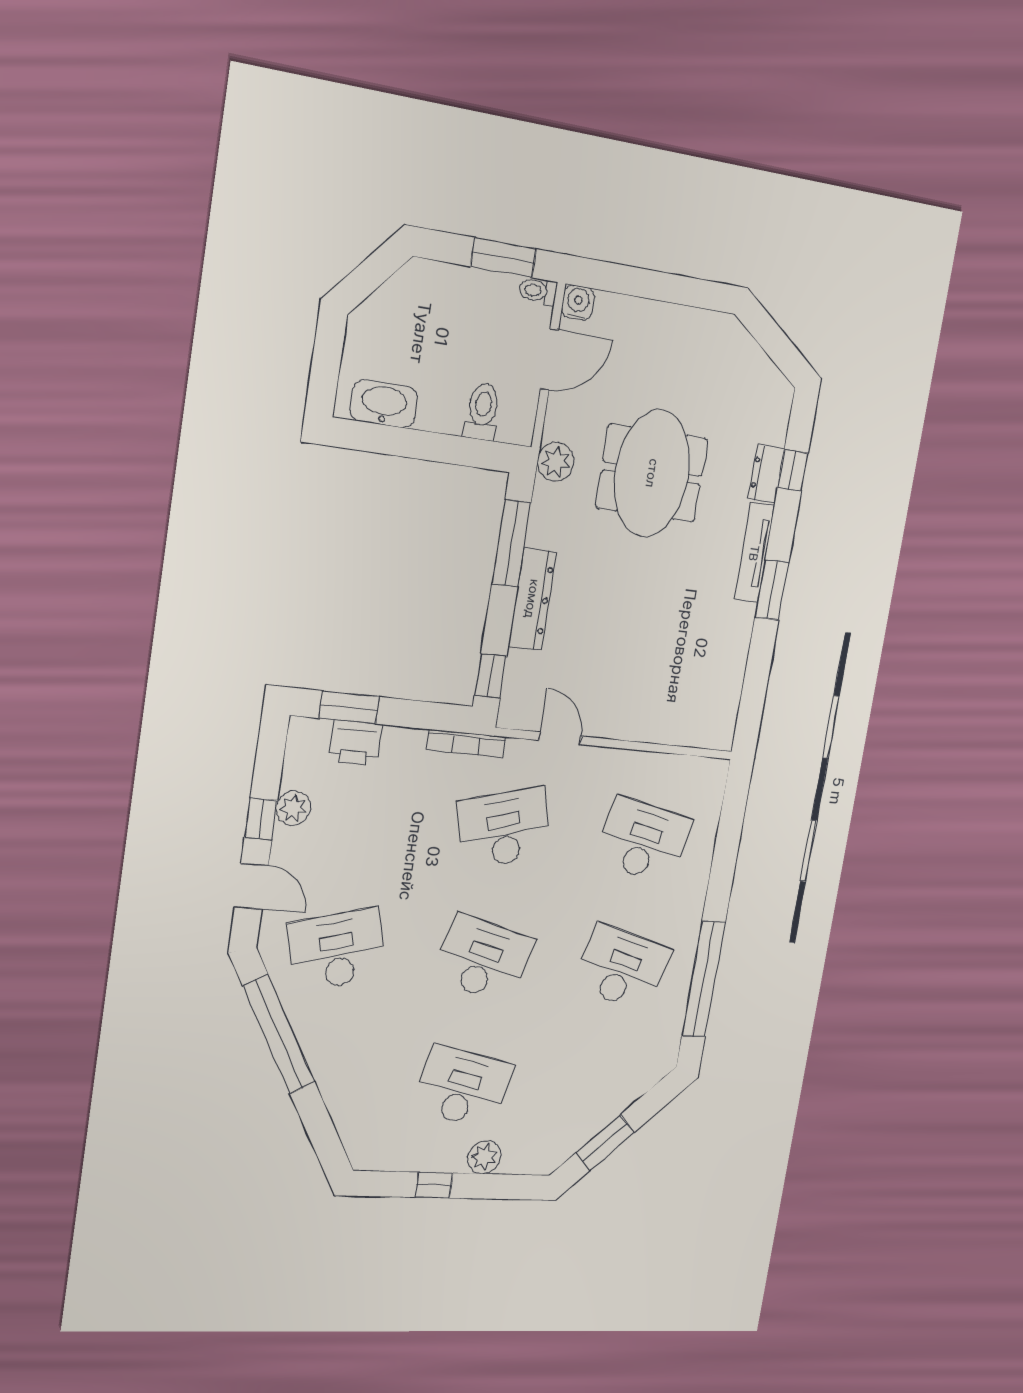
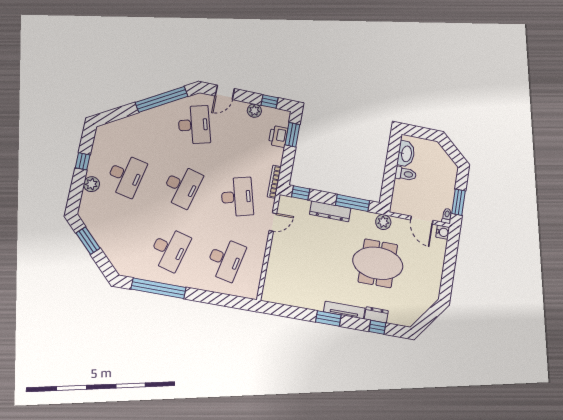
toilet: (482, 412) -> (406, 174), moved
window: (261, 819) -> (270, 102), moved

